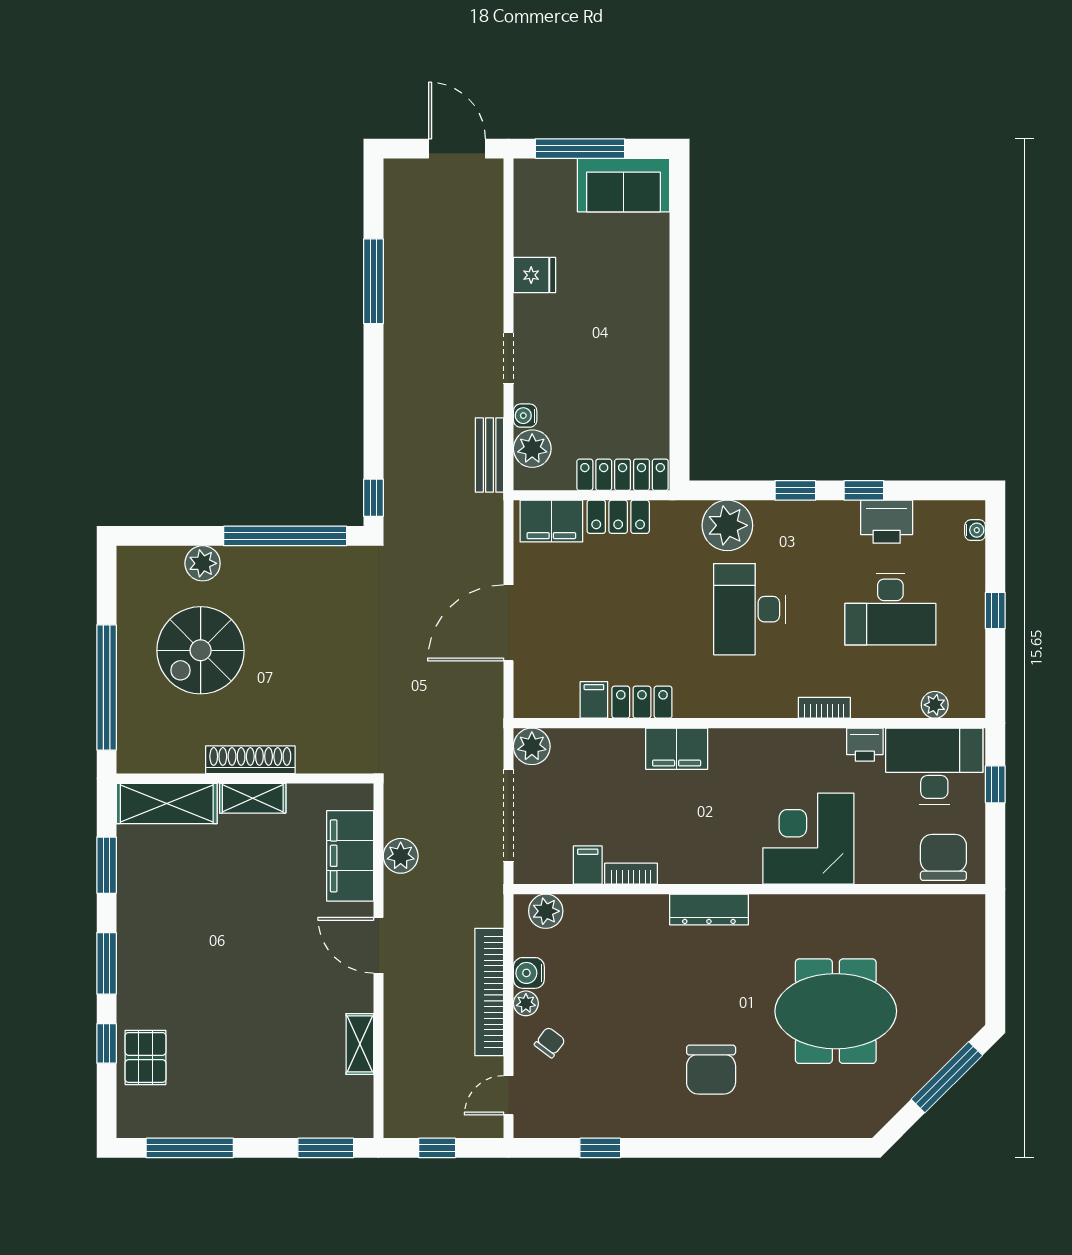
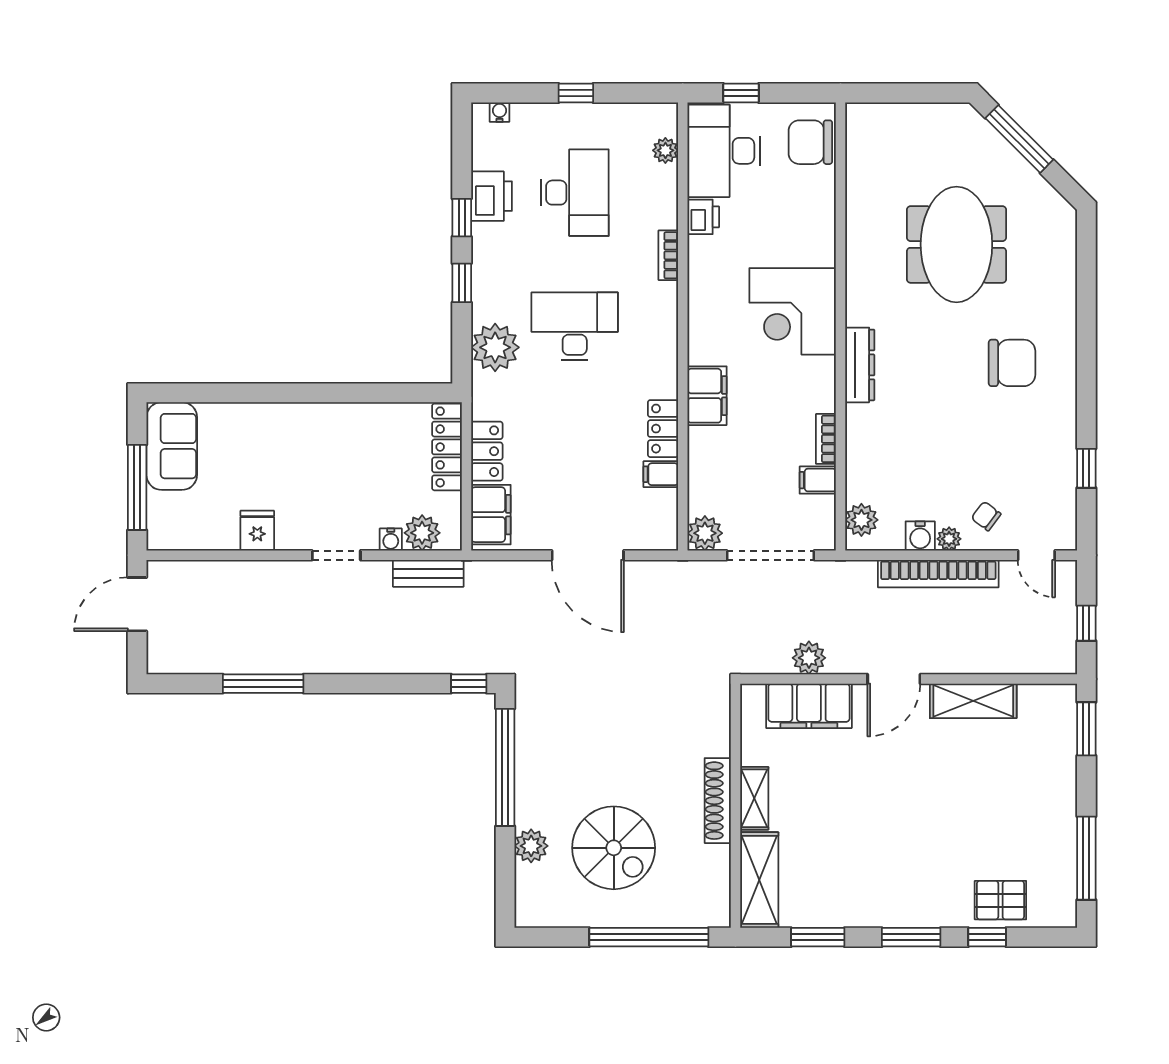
desk: (749, 609) -> (575, 326), turned 180
corner desk: (808, 839) -> (793, 311), moved
shelving: (360, 1044) -> (973, 701), width x1.50, depth x1.33

